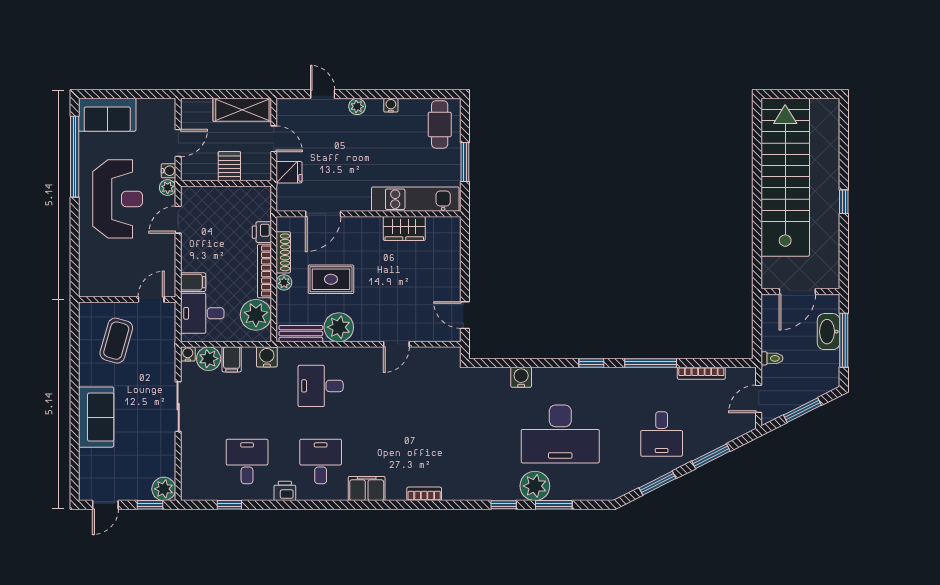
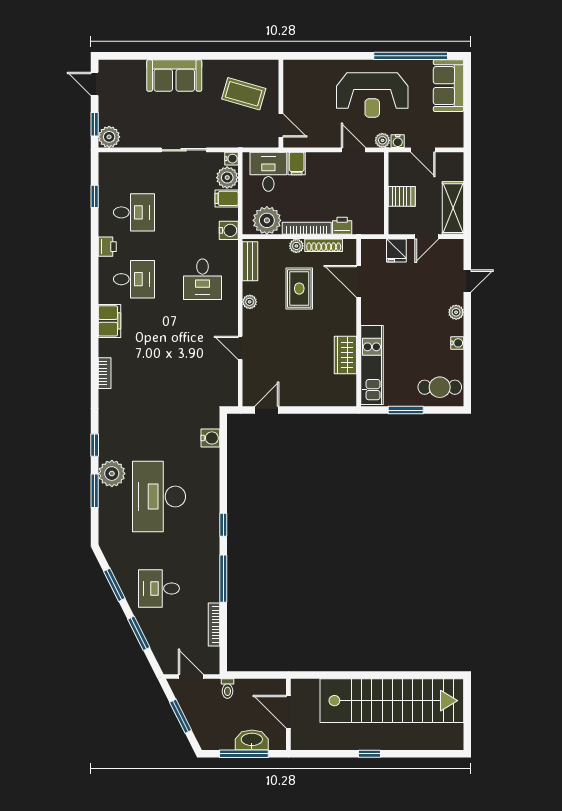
plant: (339, 327) -> (250, 302), width x0.53, depth x0.53
water cooler: (521, 377) -> (210, 438), moved
desk: (321, 386) -> (202, 279), turned 180

